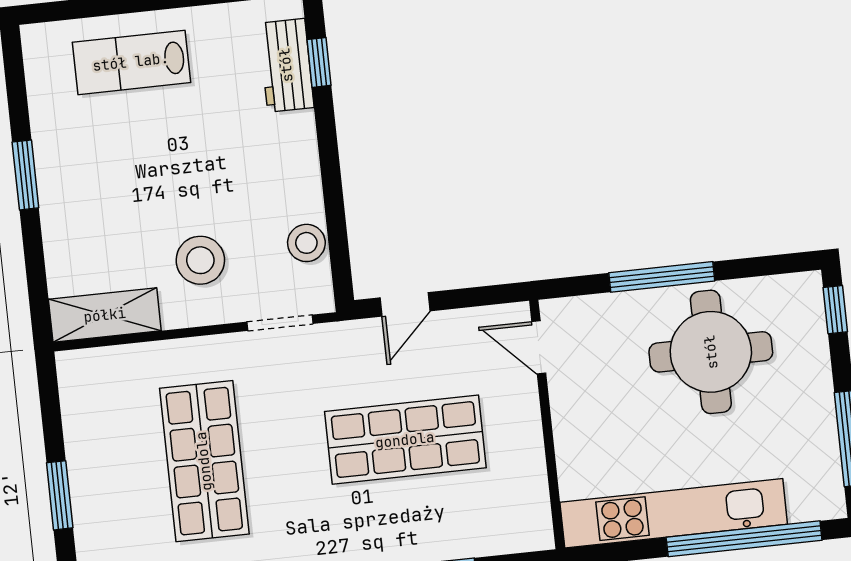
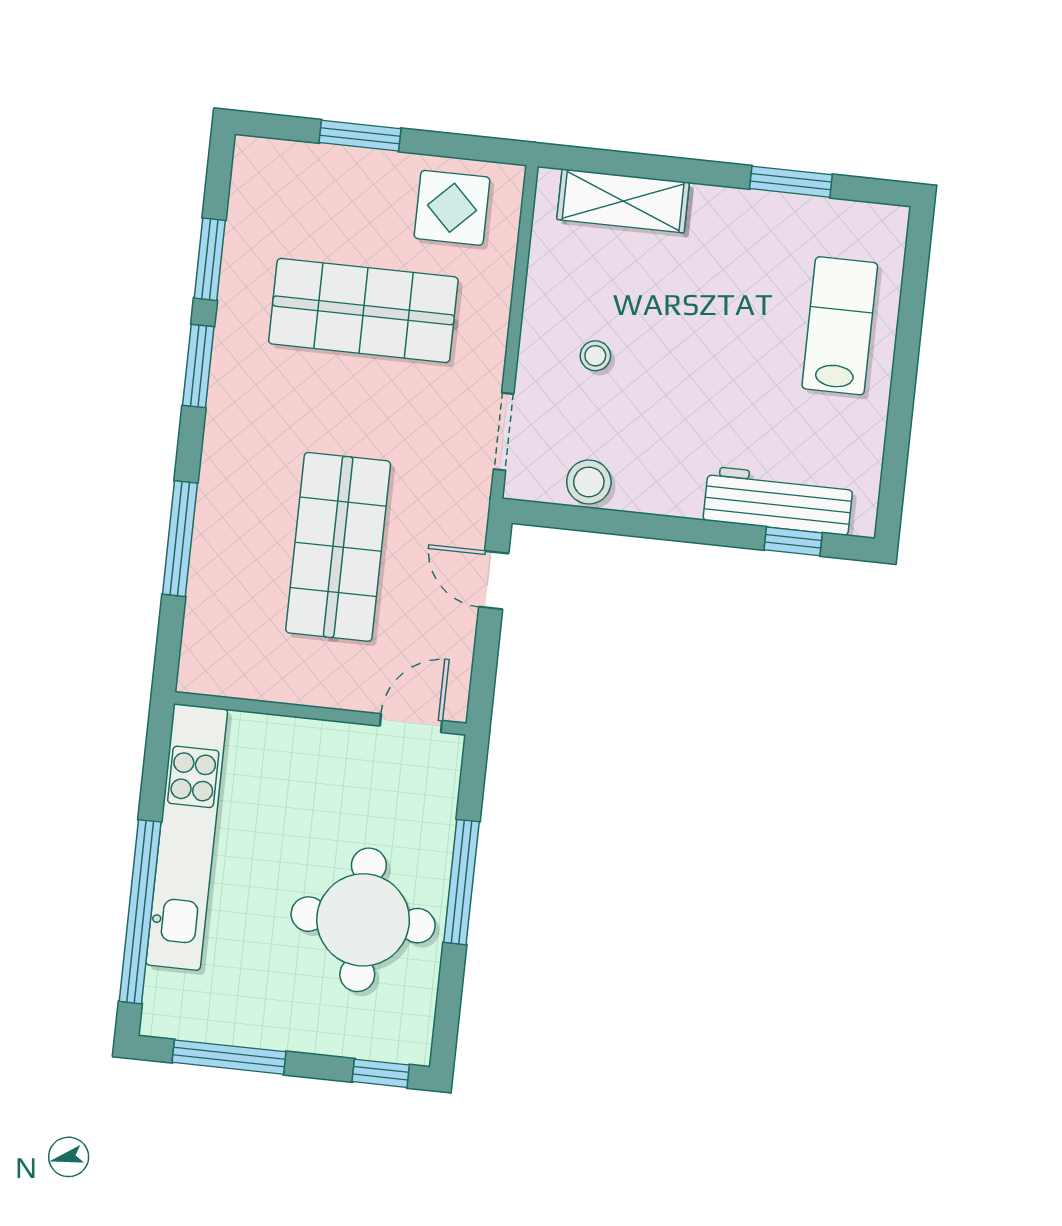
workbench: (286, 65) -> (778, 501), width x1.38
window: (25, 175) -> (791, 182), moved
stool: (200, 260) -> (595, 356), width x0.53, depth x0.53
shelving: (105, 315) -> (623, 201), moved, turned 90
display table: (103, 406) -> (452, 208), added

